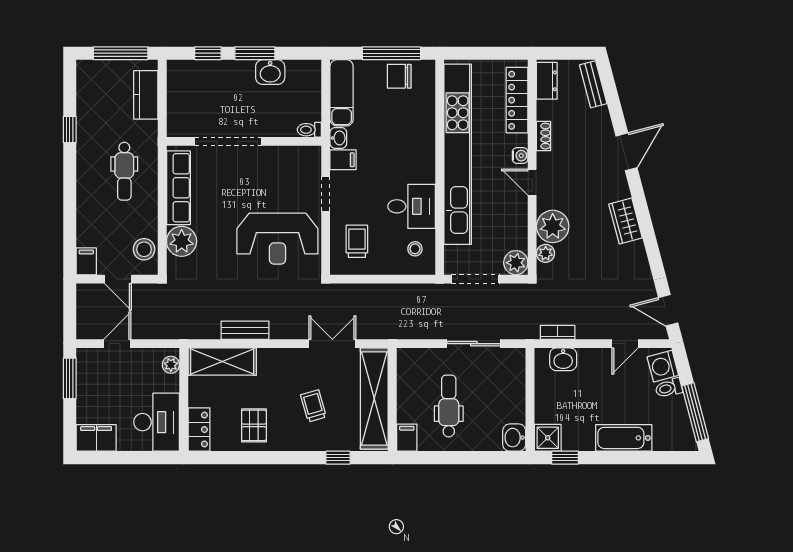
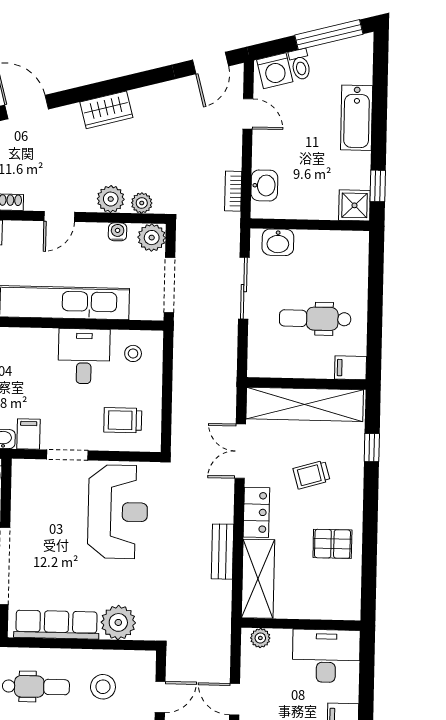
water cooler: (520, 156) -> (118, 232), moved
plant: (553, 226) -> (111, 199), width x0.73, depth x0.73
stool: (144, 249) -> (103, 687), moved
locker: (199, 429) -> (256, 512), moved, turned 90
washbasin: (514, 438) -> (278, 242), moved

